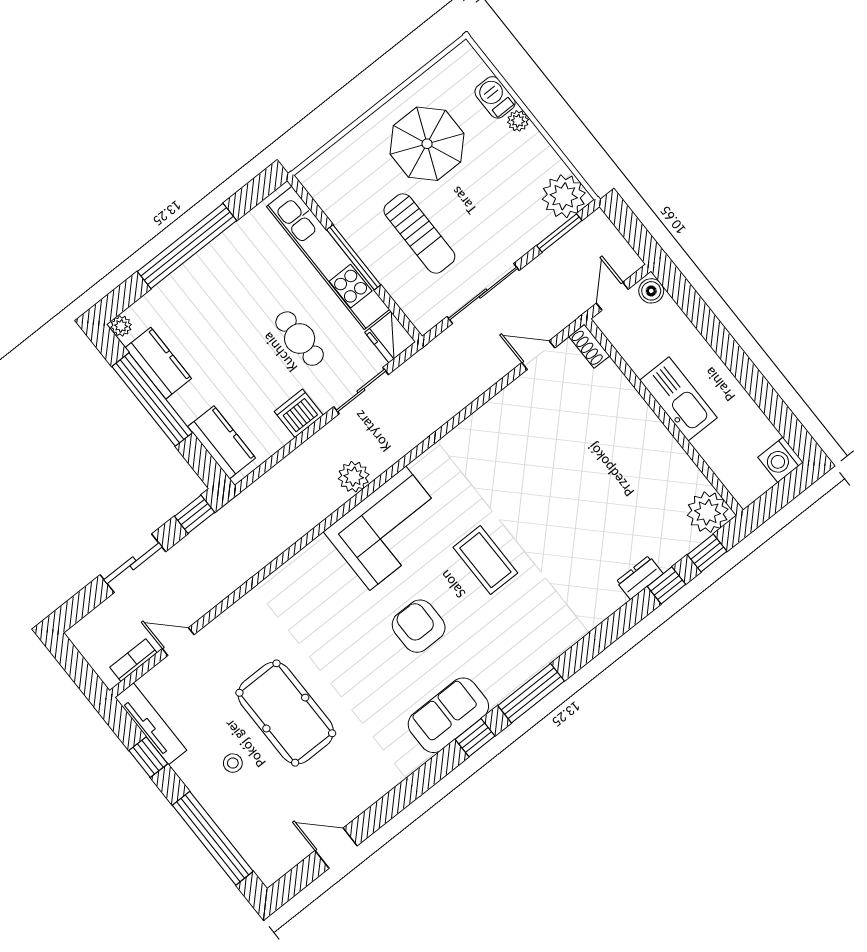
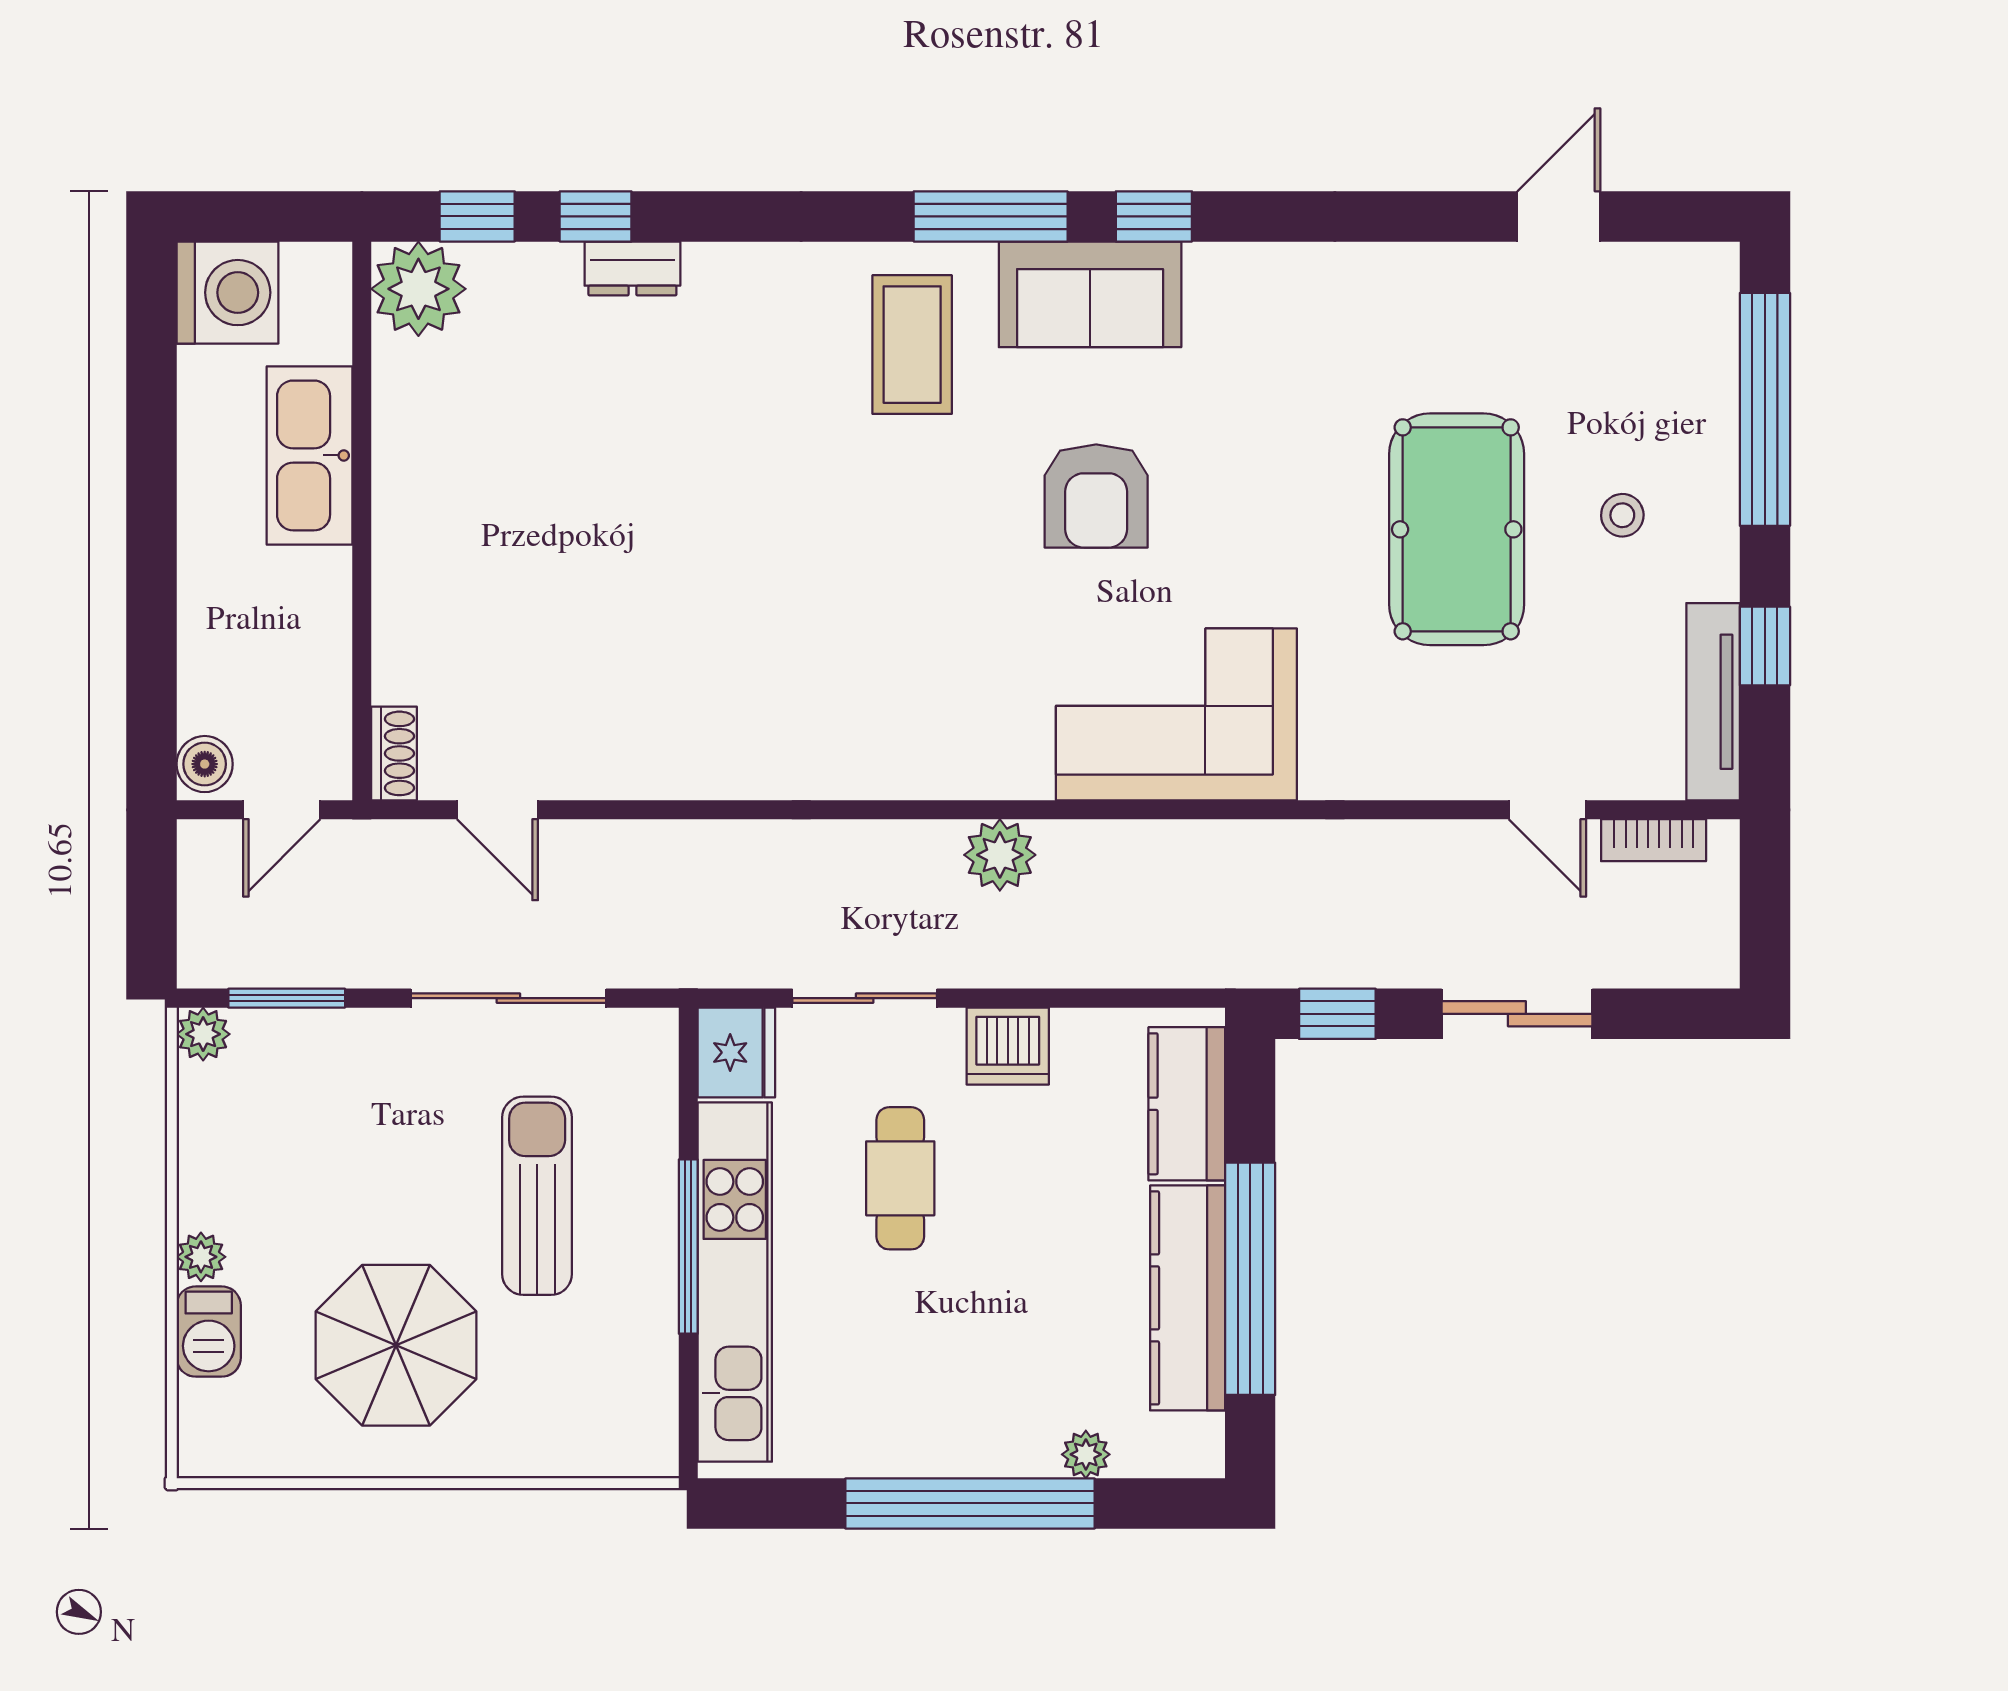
plant: (564, 196) -> (203, 1034), width x0.53, depth x0.53
plant: (121, 326) -> (1086, 1454), moved
kitchen counter: (158, 363) -> (1188, 1298), width x1.50
kitchen sink: (678, 399) -> (310, 455), moved
washing machine: (781, 460) -> (228, 293), width x1.37, depth x1.37
corner sofa: (388, 528) -> (1176, 714), moved
coffee table: (485, 560) -> (912, 345), moved
sofa: (448, 715) -> (1090, 294), moved
door: (336, 848) -> (1559, 216), swing flipped

